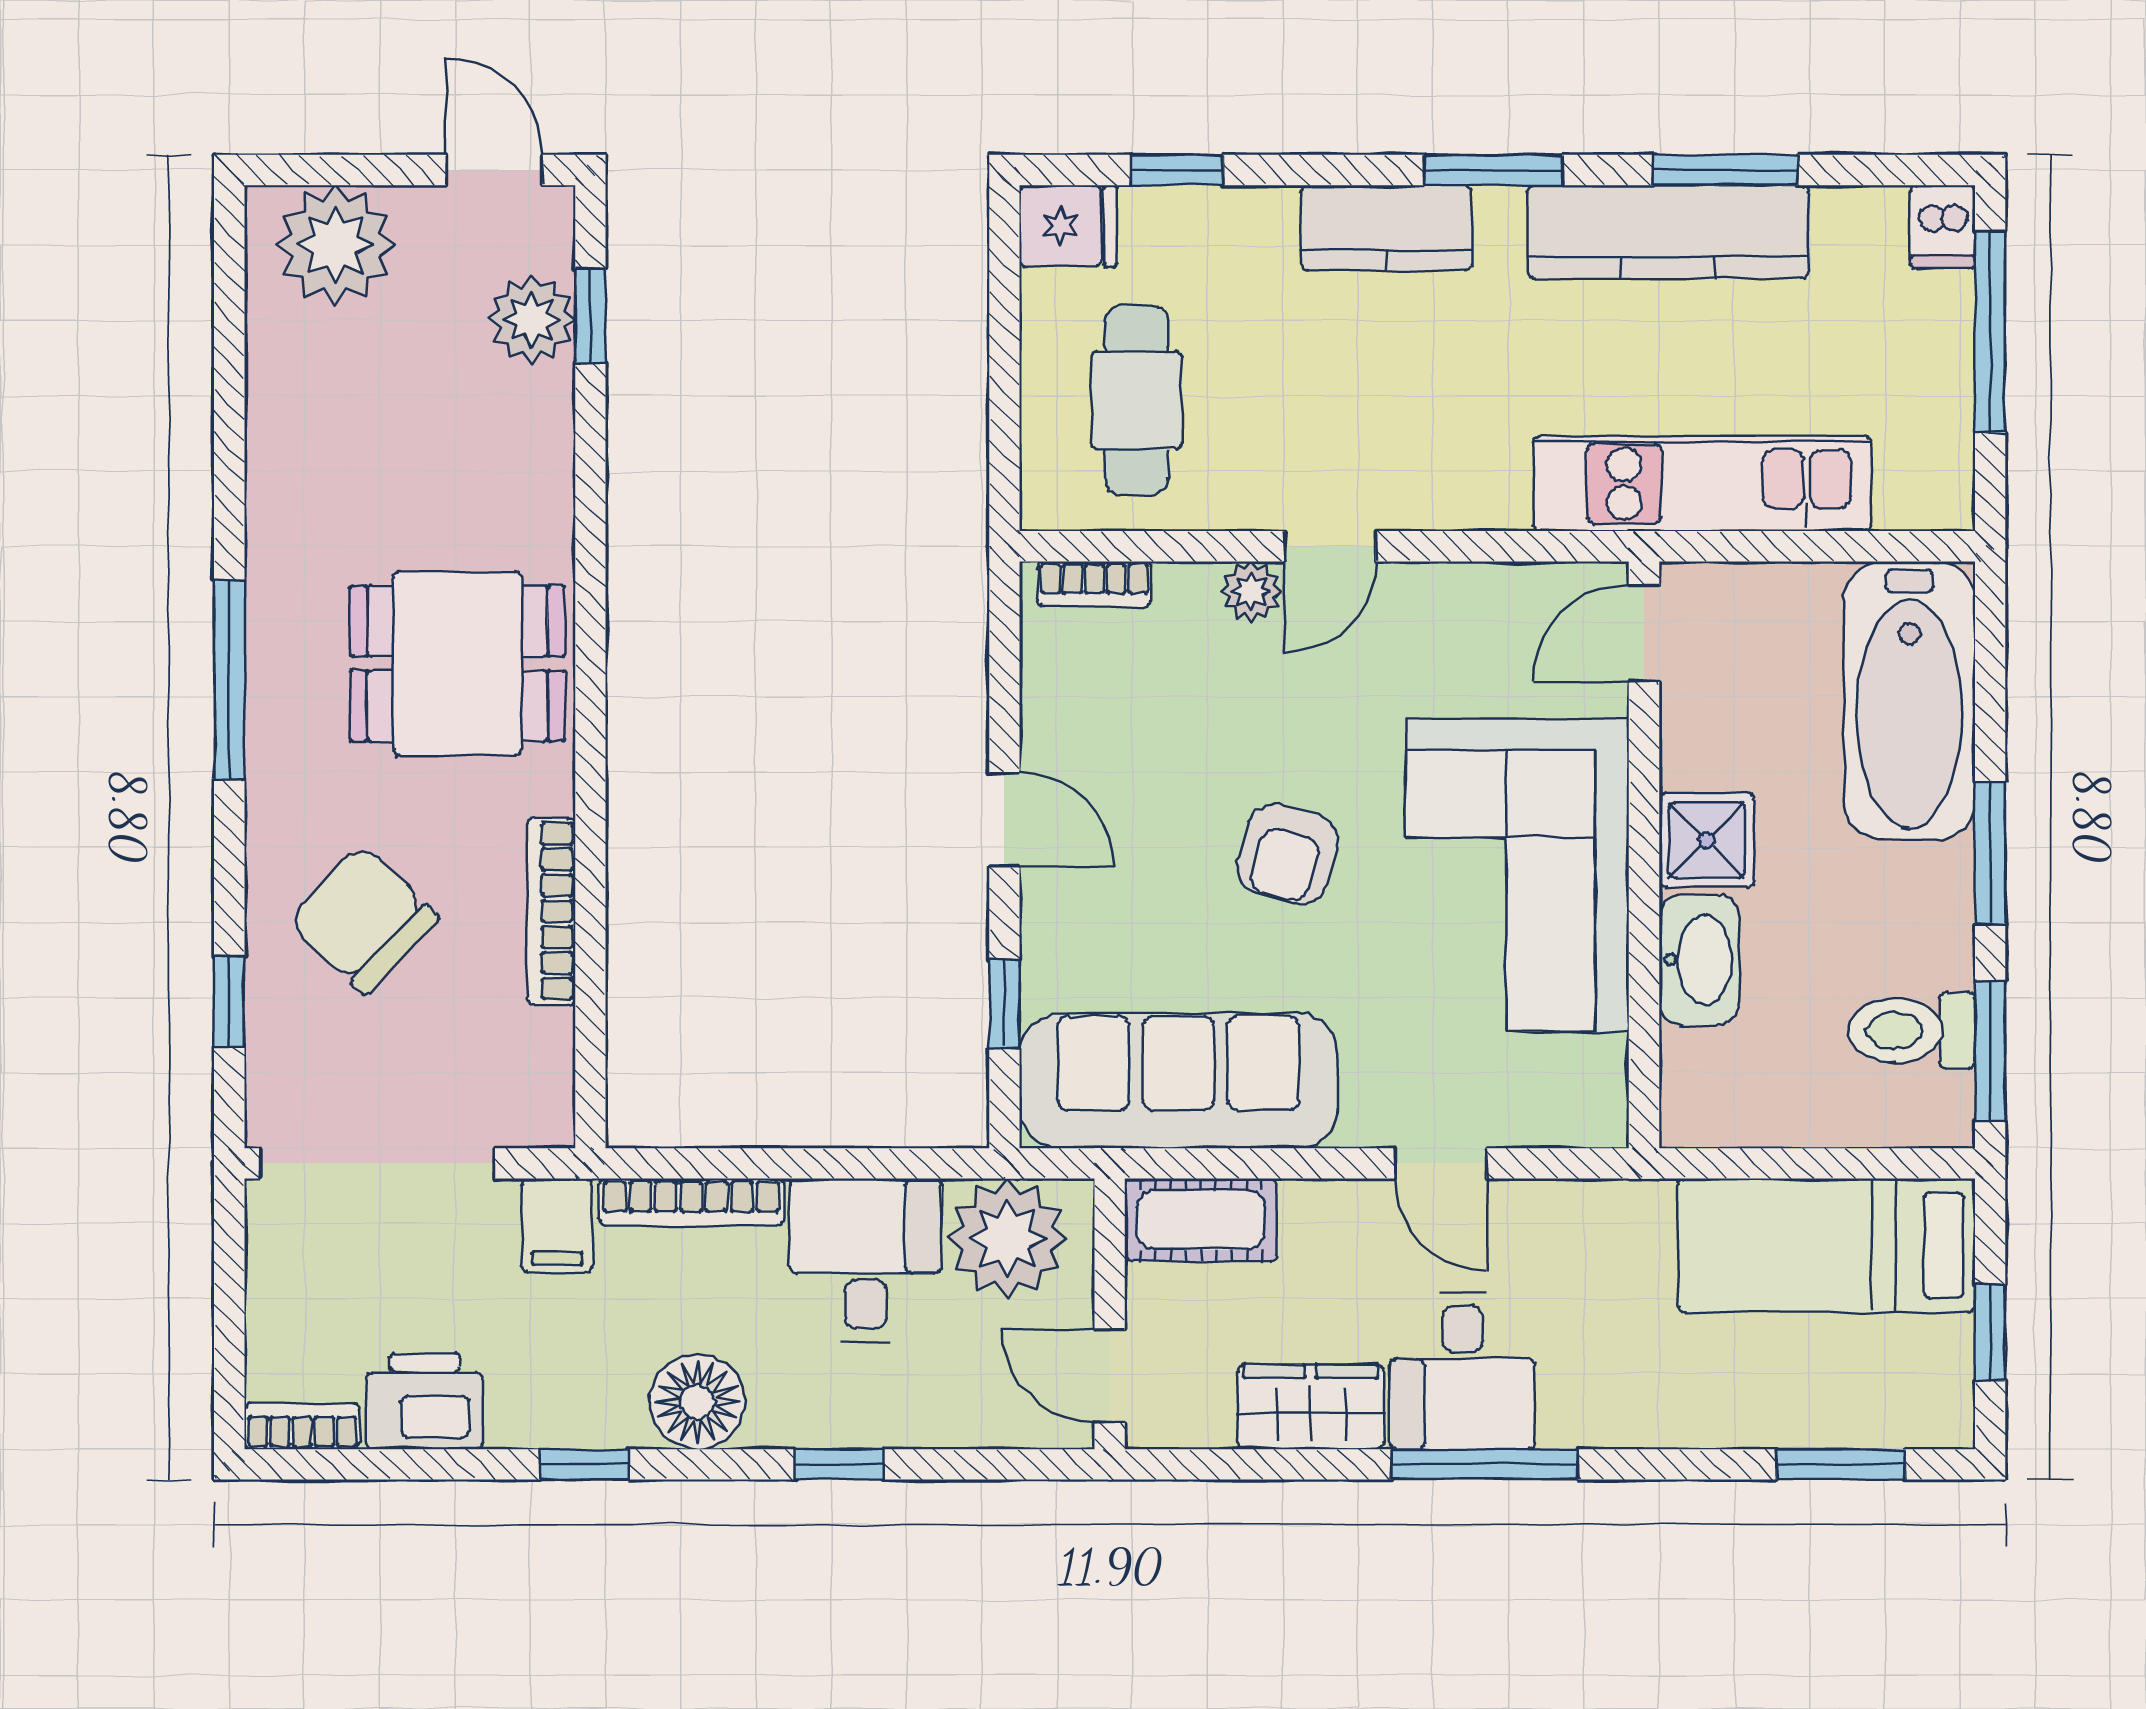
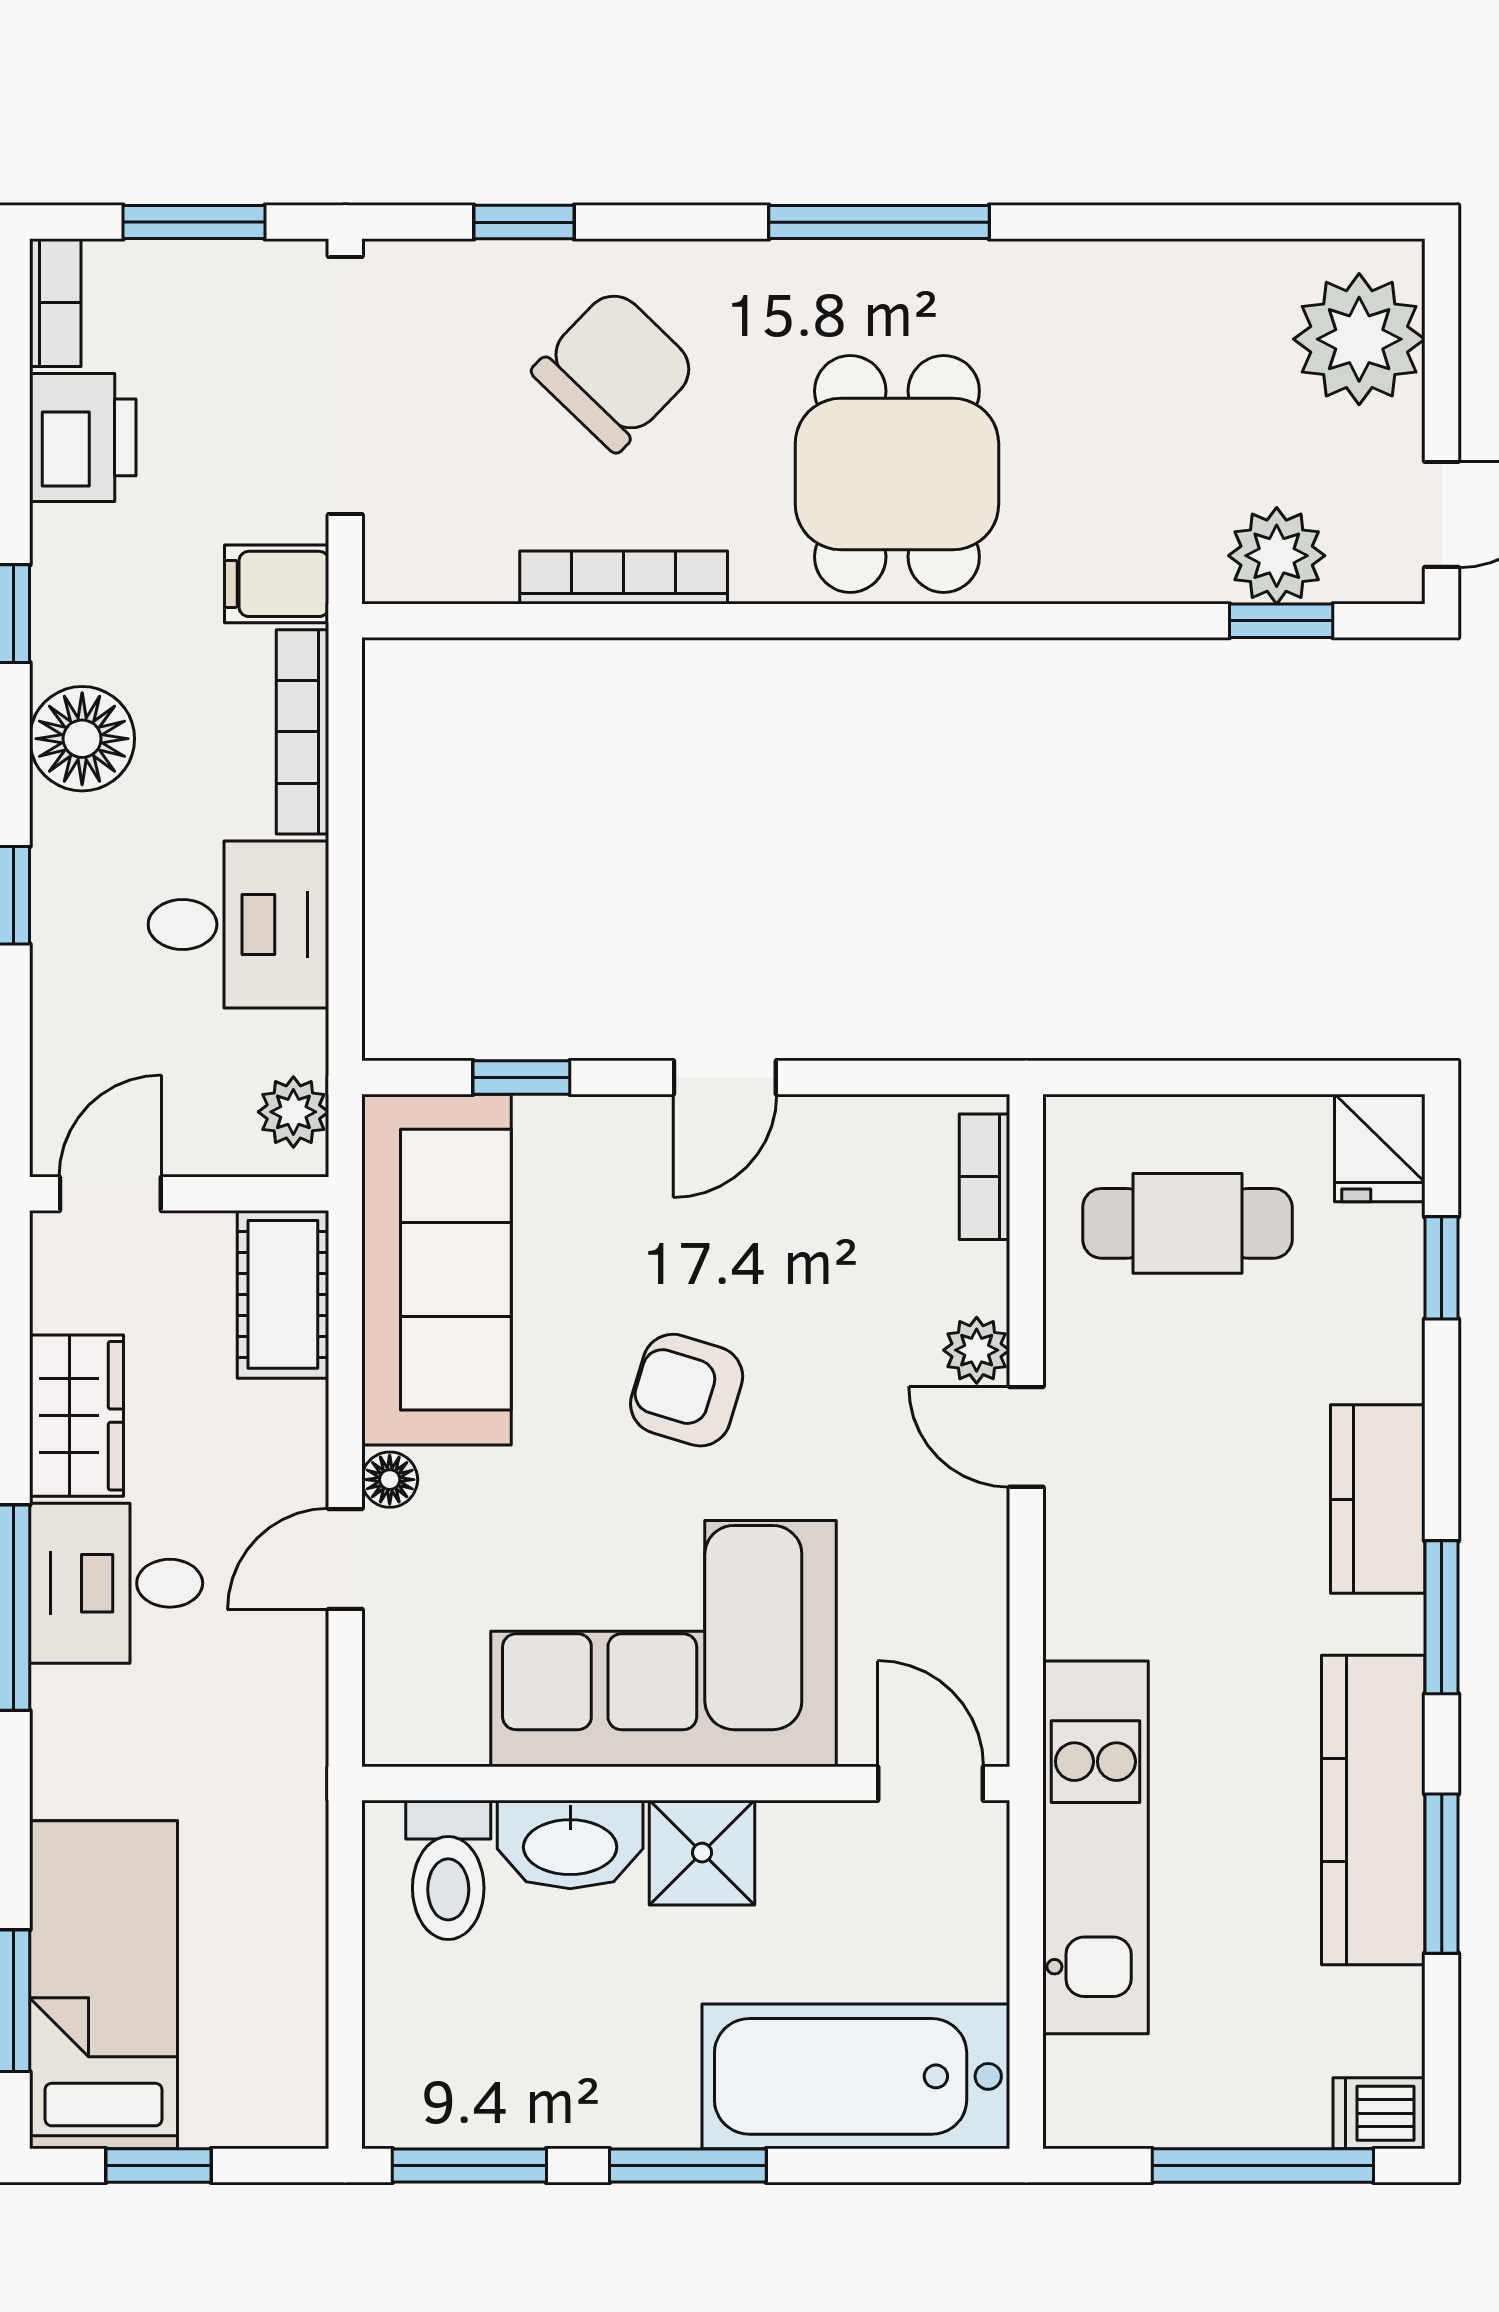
toilet: (1912, 1031) -> (448, 1870), moved, turned 180
floor lamp: (1369, 1123) -> (390, 1480), added
plant: (1008, 1238) -> (293, 1112), width x0.53, depth x0.53
bed: (1826, 1245) -> (104, 1985), moved
window: (229, 1300) -> (194, 222), added

